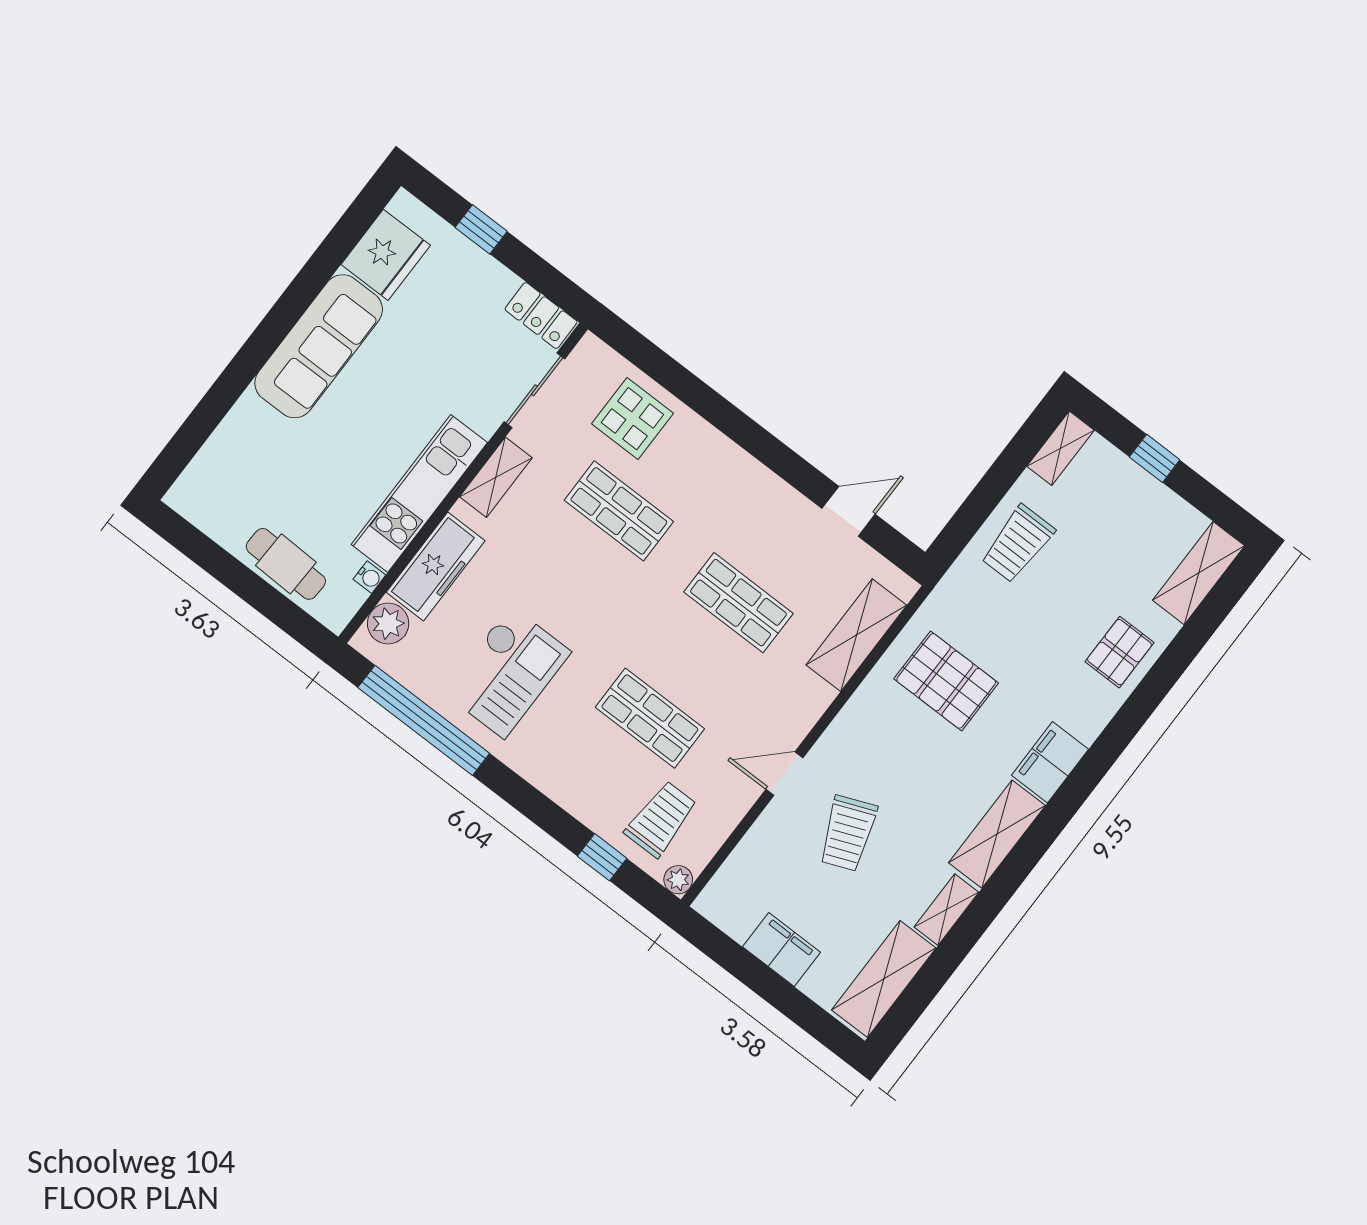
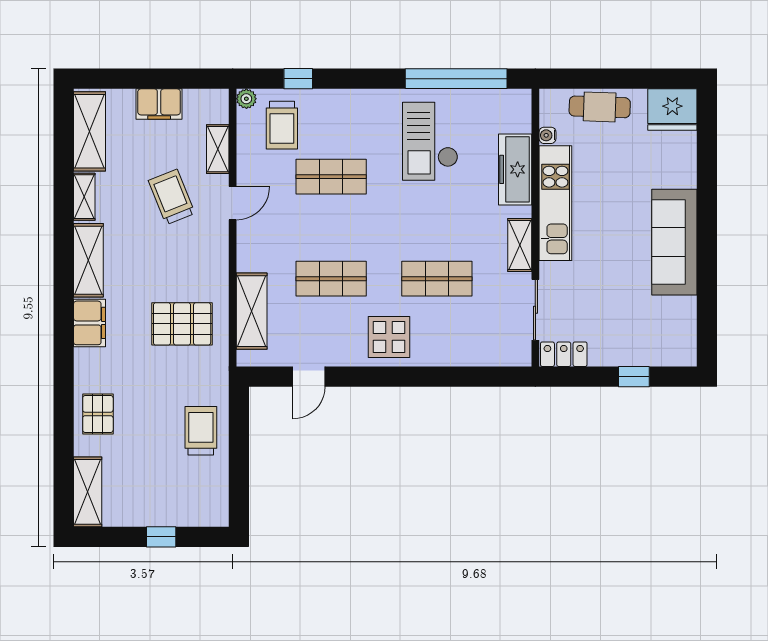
fridge: (386, 255) -> (672, 110), moved, turned -90
display table: (632, 419) -> (389, 337), moved
shelving: (1061, 448) -> (218, 149), moved
plant: (388, 624) -> (517, 117), removed

